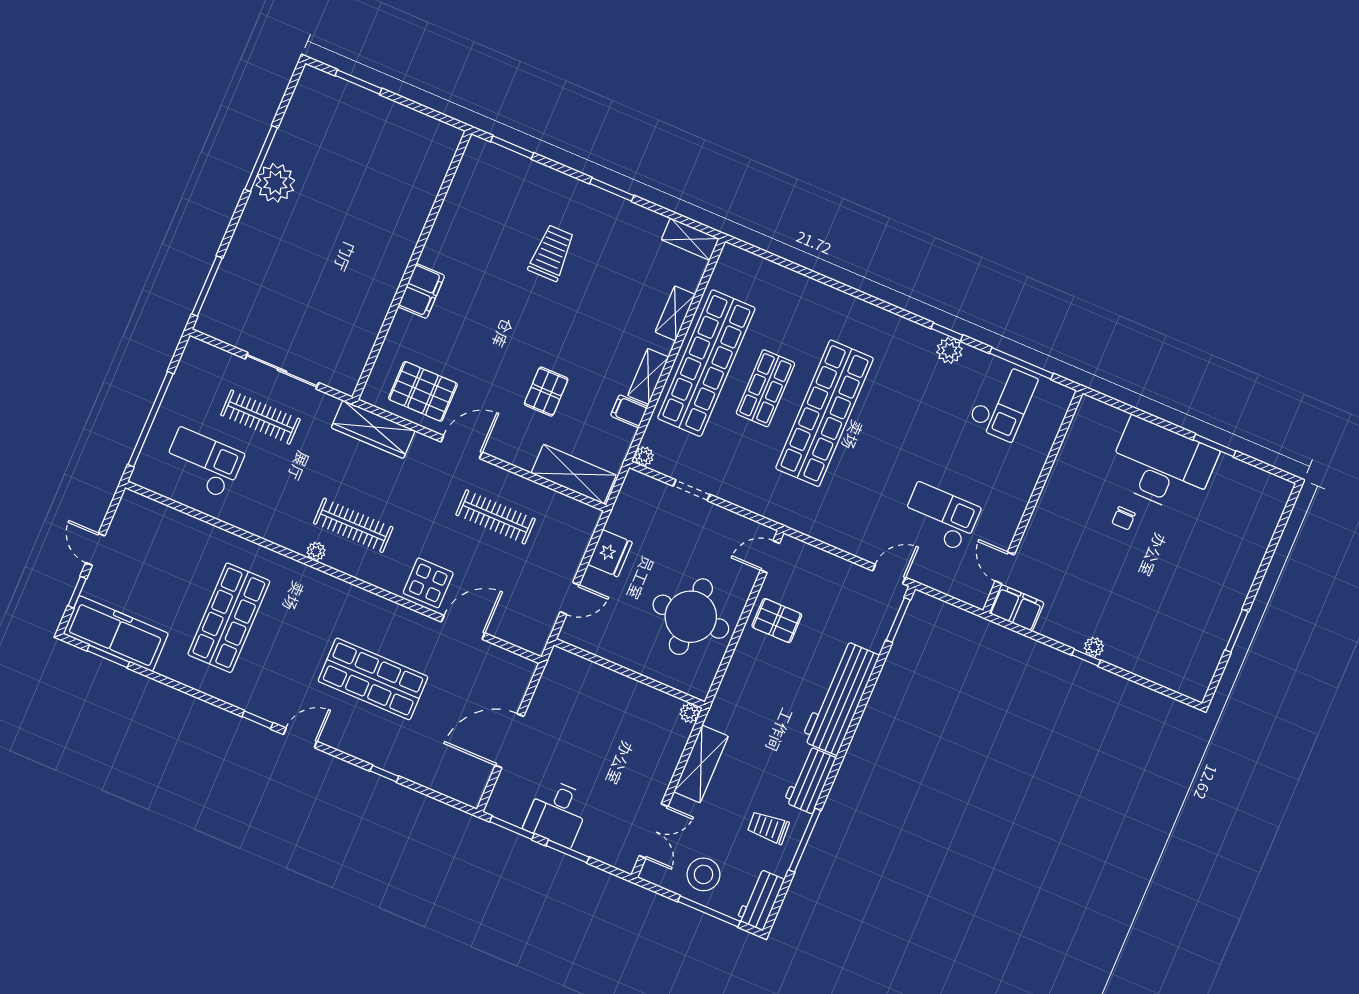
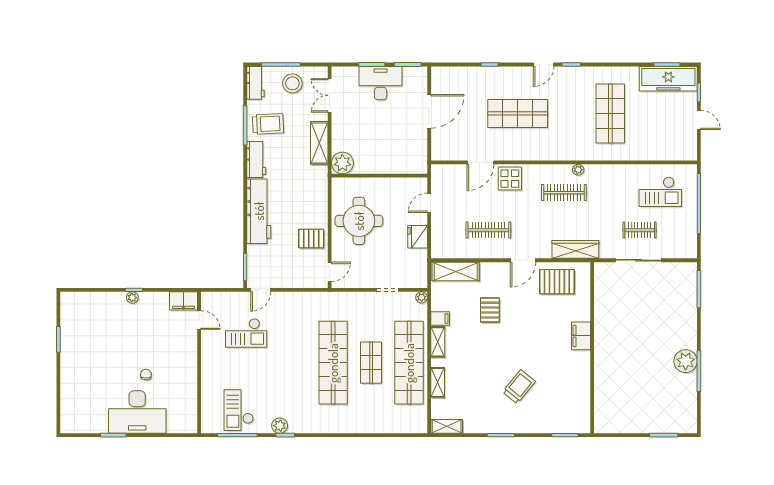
trolley: (552, 253) -> (519, 387), turned -141
clothes rail: (260, 417) -> (640, 230), width x0.73
plant: (690, 713) -> (342, 163), width x1.87, depth x1.87
desk: (557, 813) -> (381, 83), width x1.37
trolley: (768, 827) -> (268, 124), width x1.36, depth x1.39

